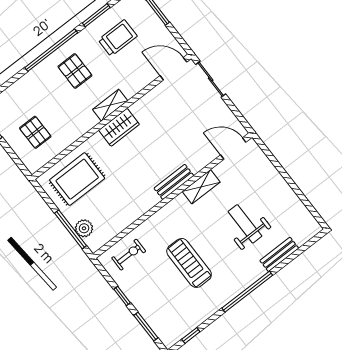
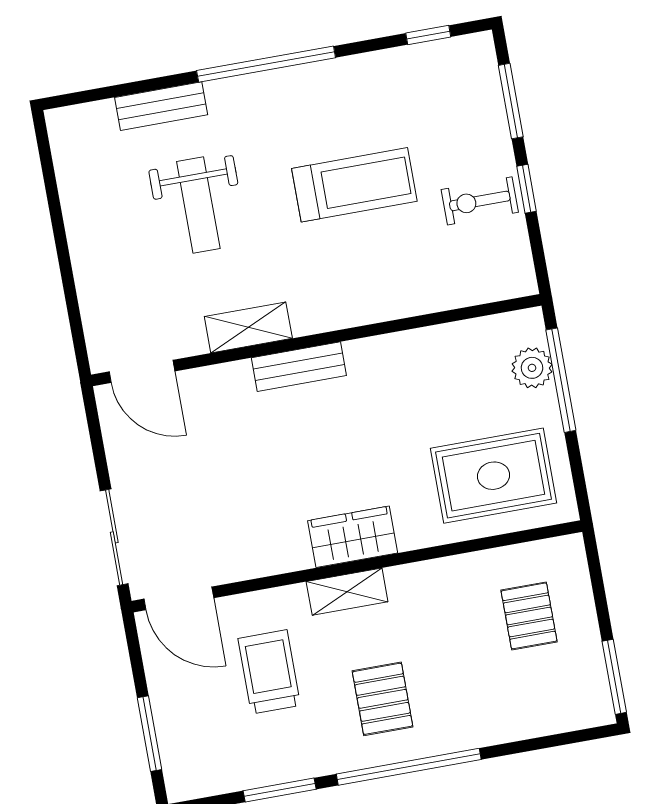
trolley: (118, 38) -> (269, 672), moved, turned 90
exercise bike: (129, 255) -> (480, 201), moved
treadmill: (189, 263) -> (354, 185), turned -90

